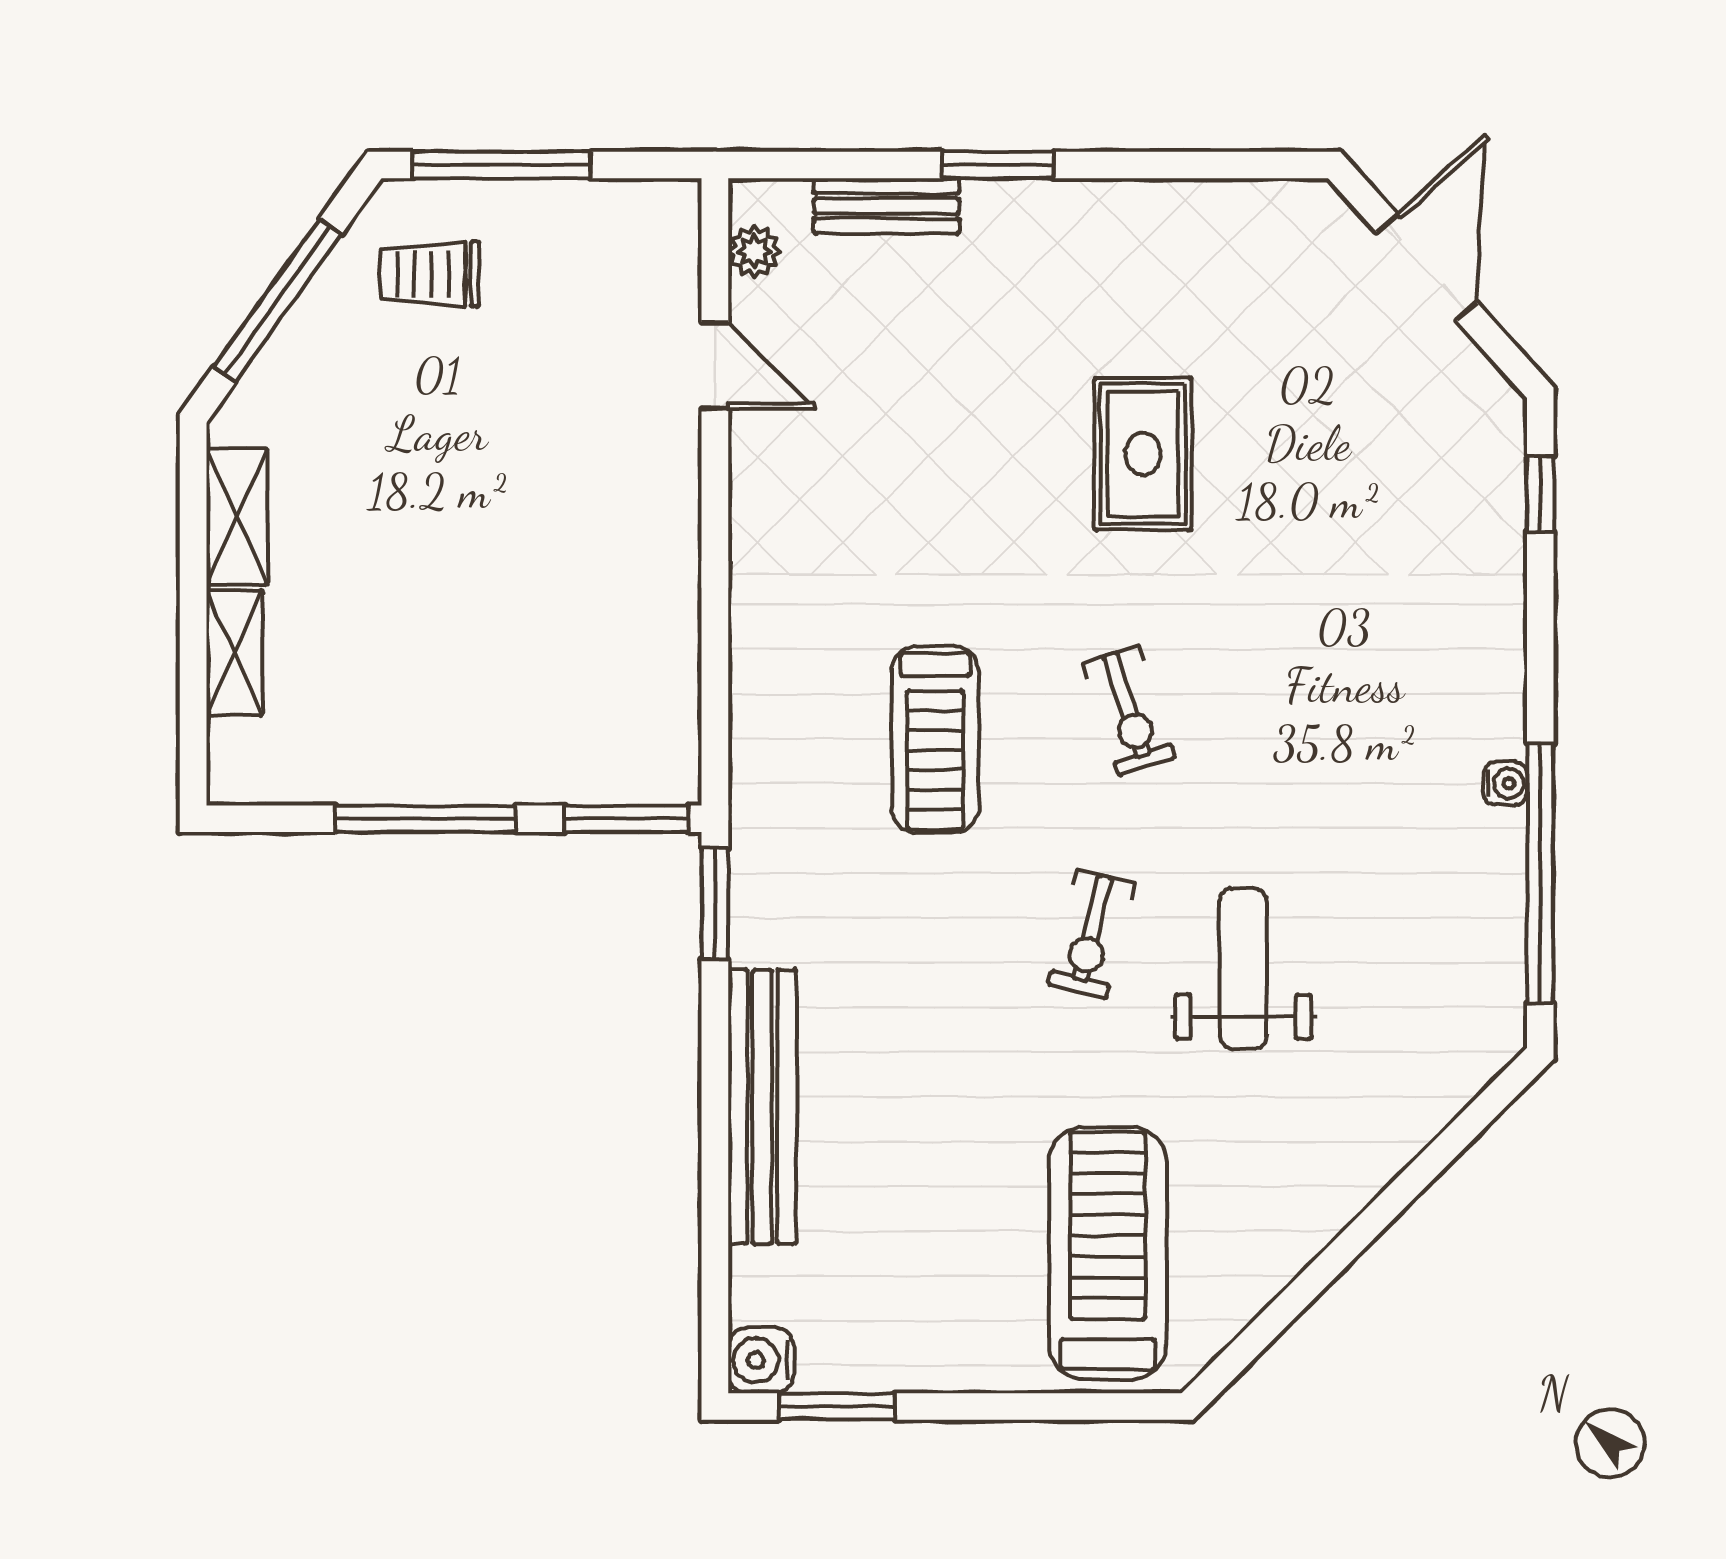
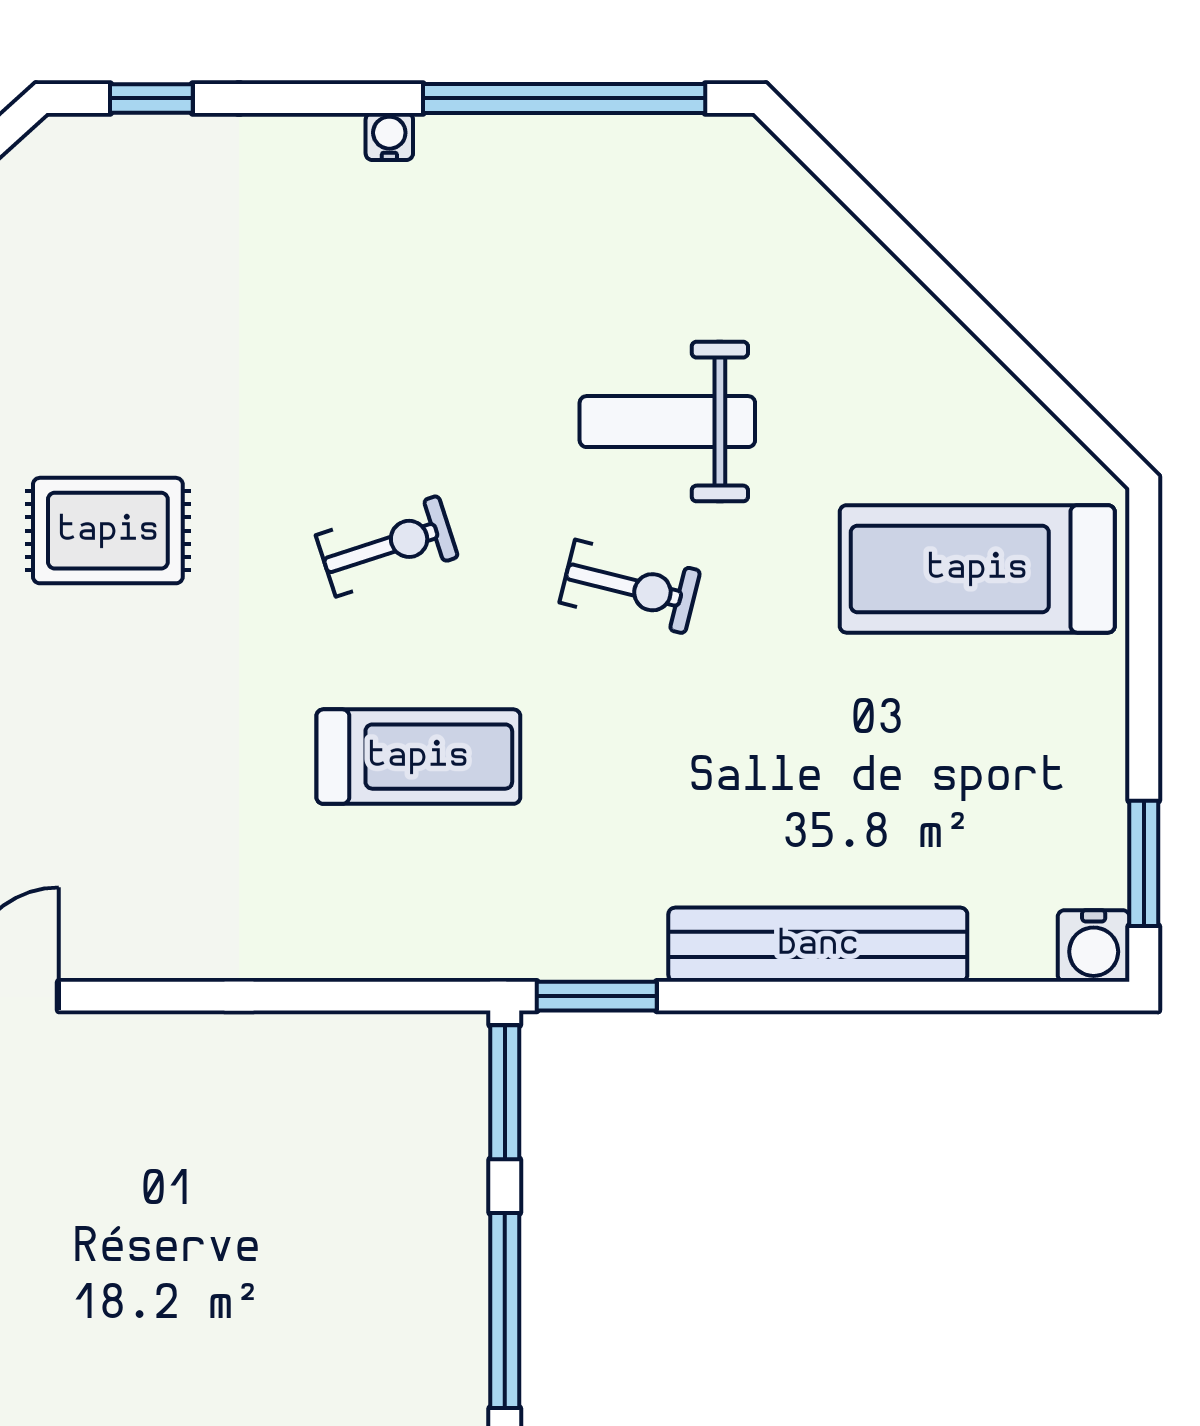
water cooler: (1505, 784) -> (389, 136), moved

